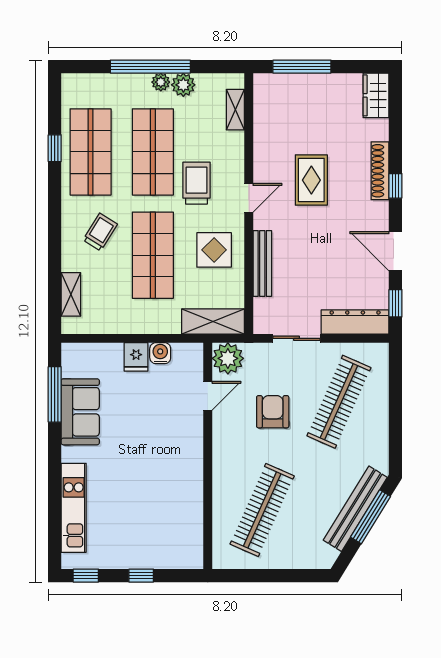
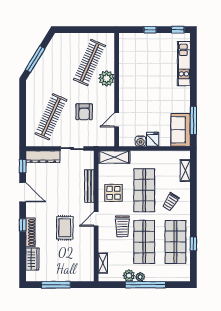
window: (302, 67) -> (56, 285), moved
wardrobe: (376, 95) -> (32, 259), moved
plant: (228, 358) -> (107, 78), moved
sofa: (80, 412) -> (181, 130), moved
bench: (355, 509) -> (43, 63), removed

